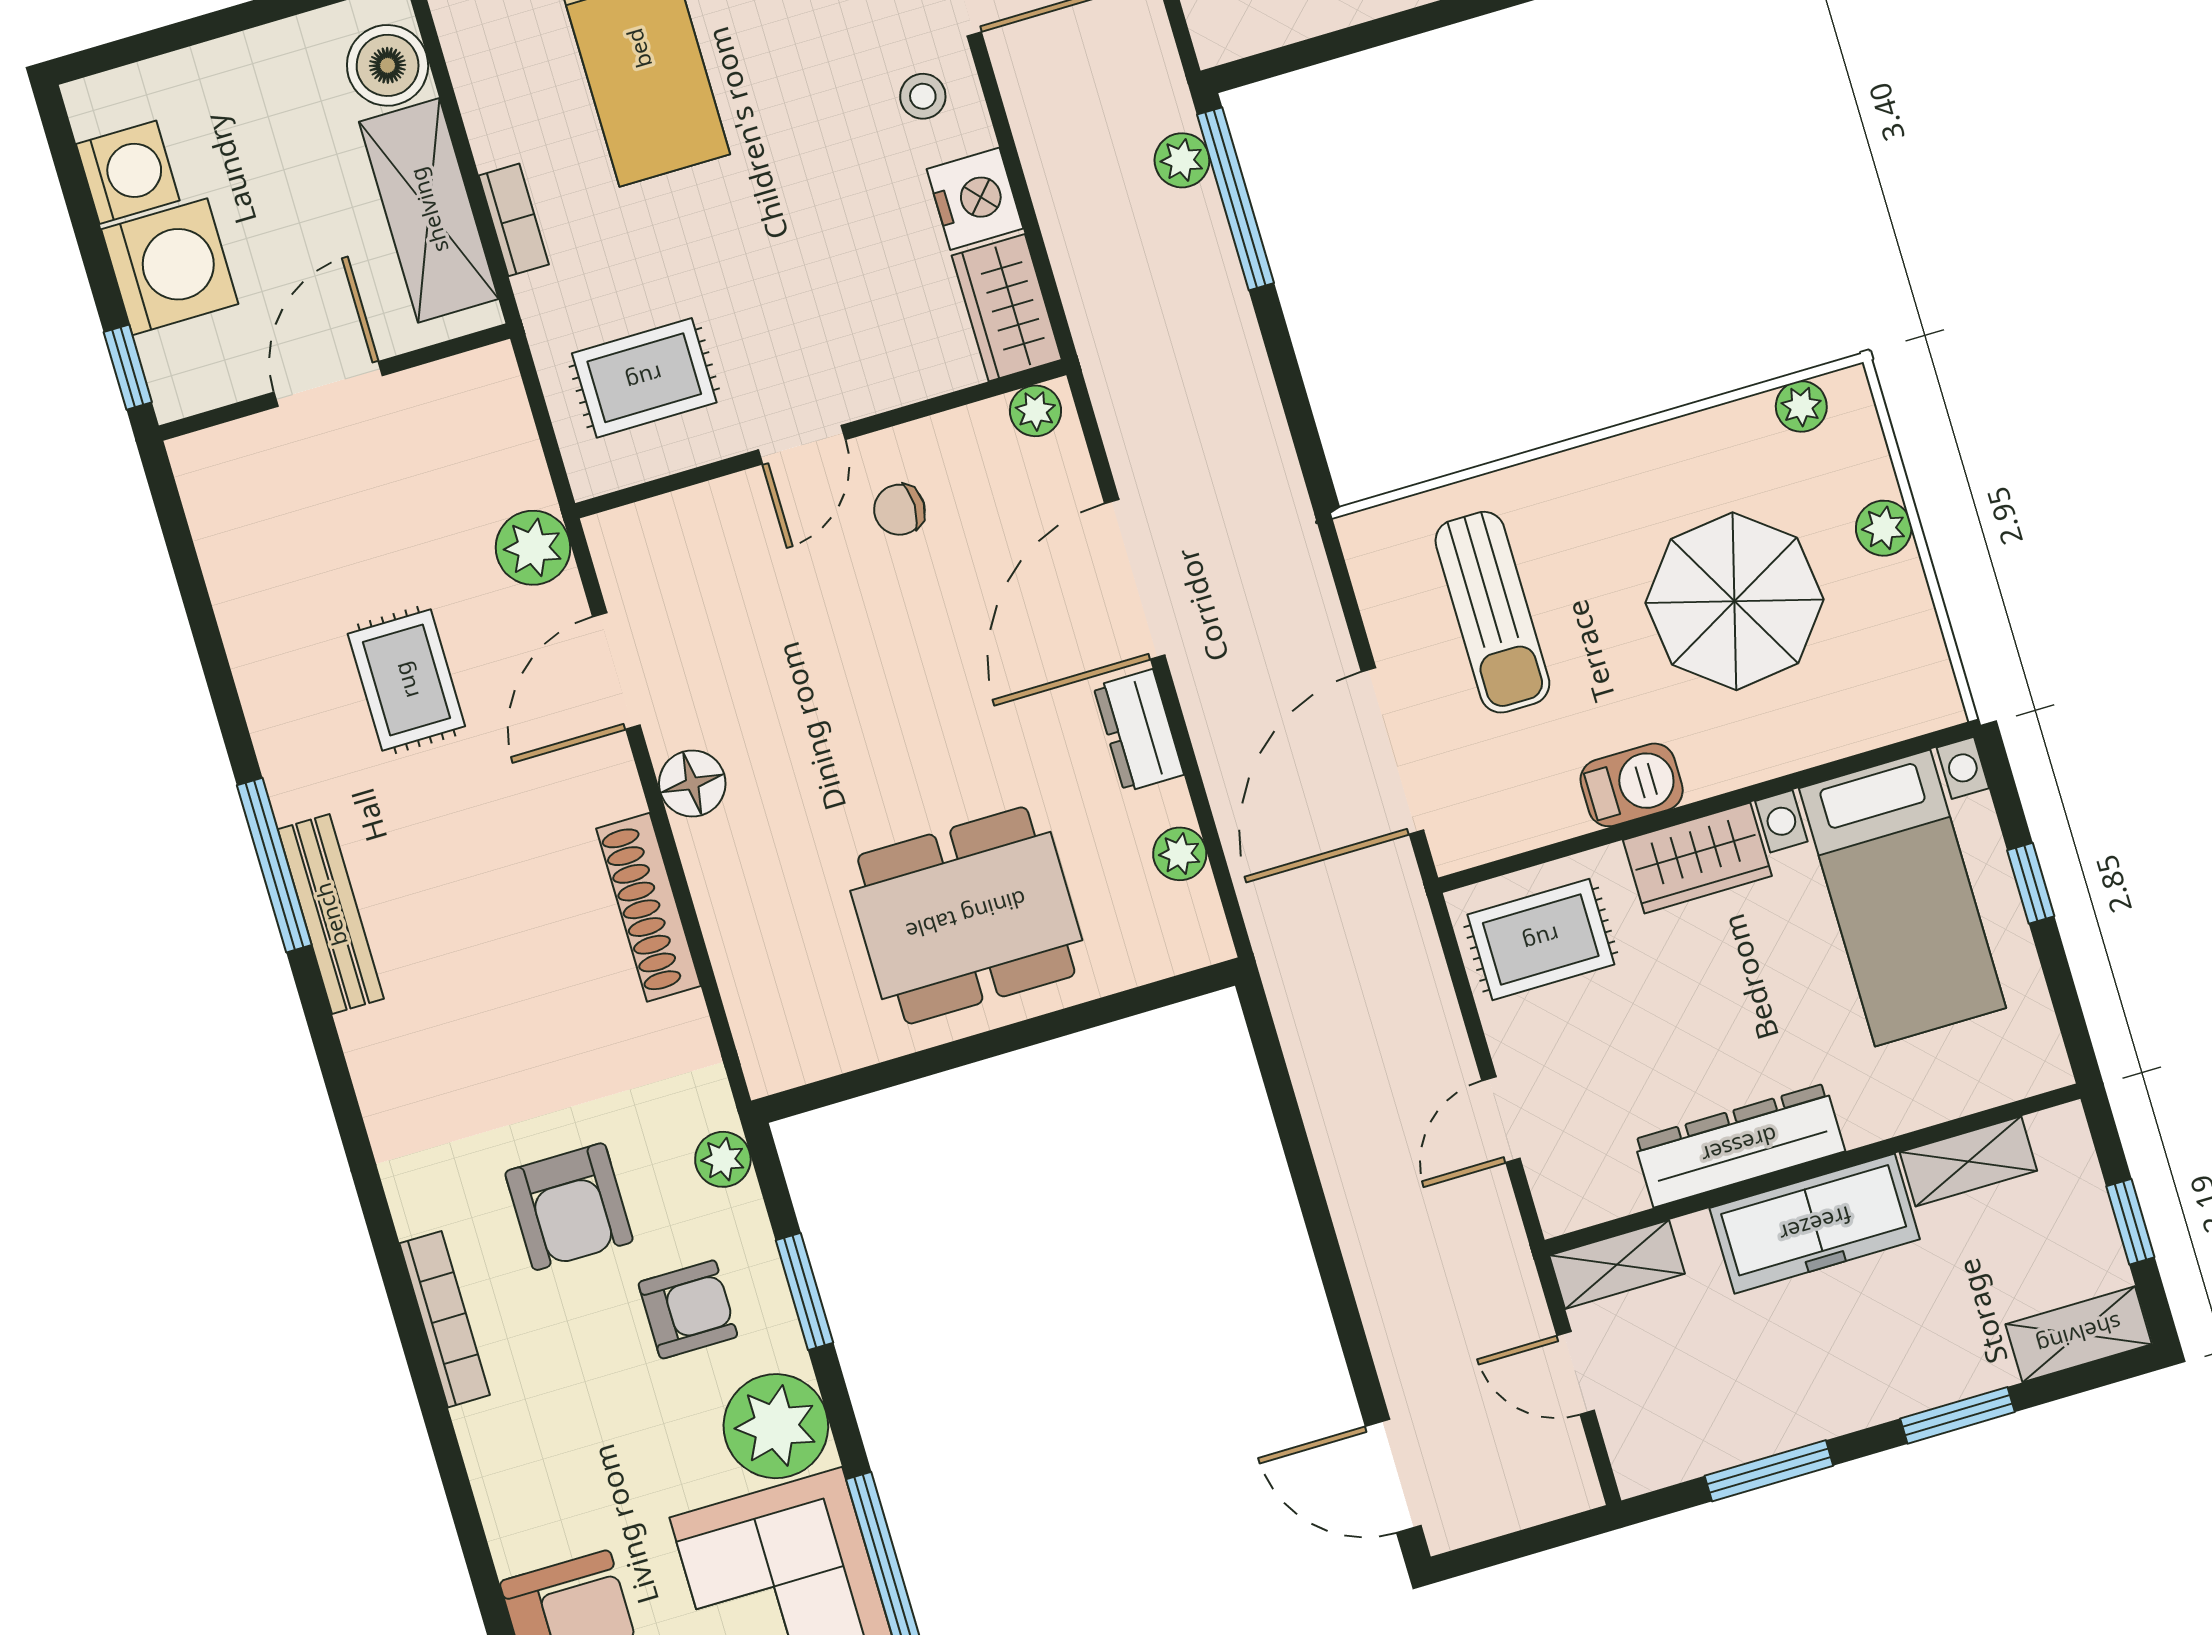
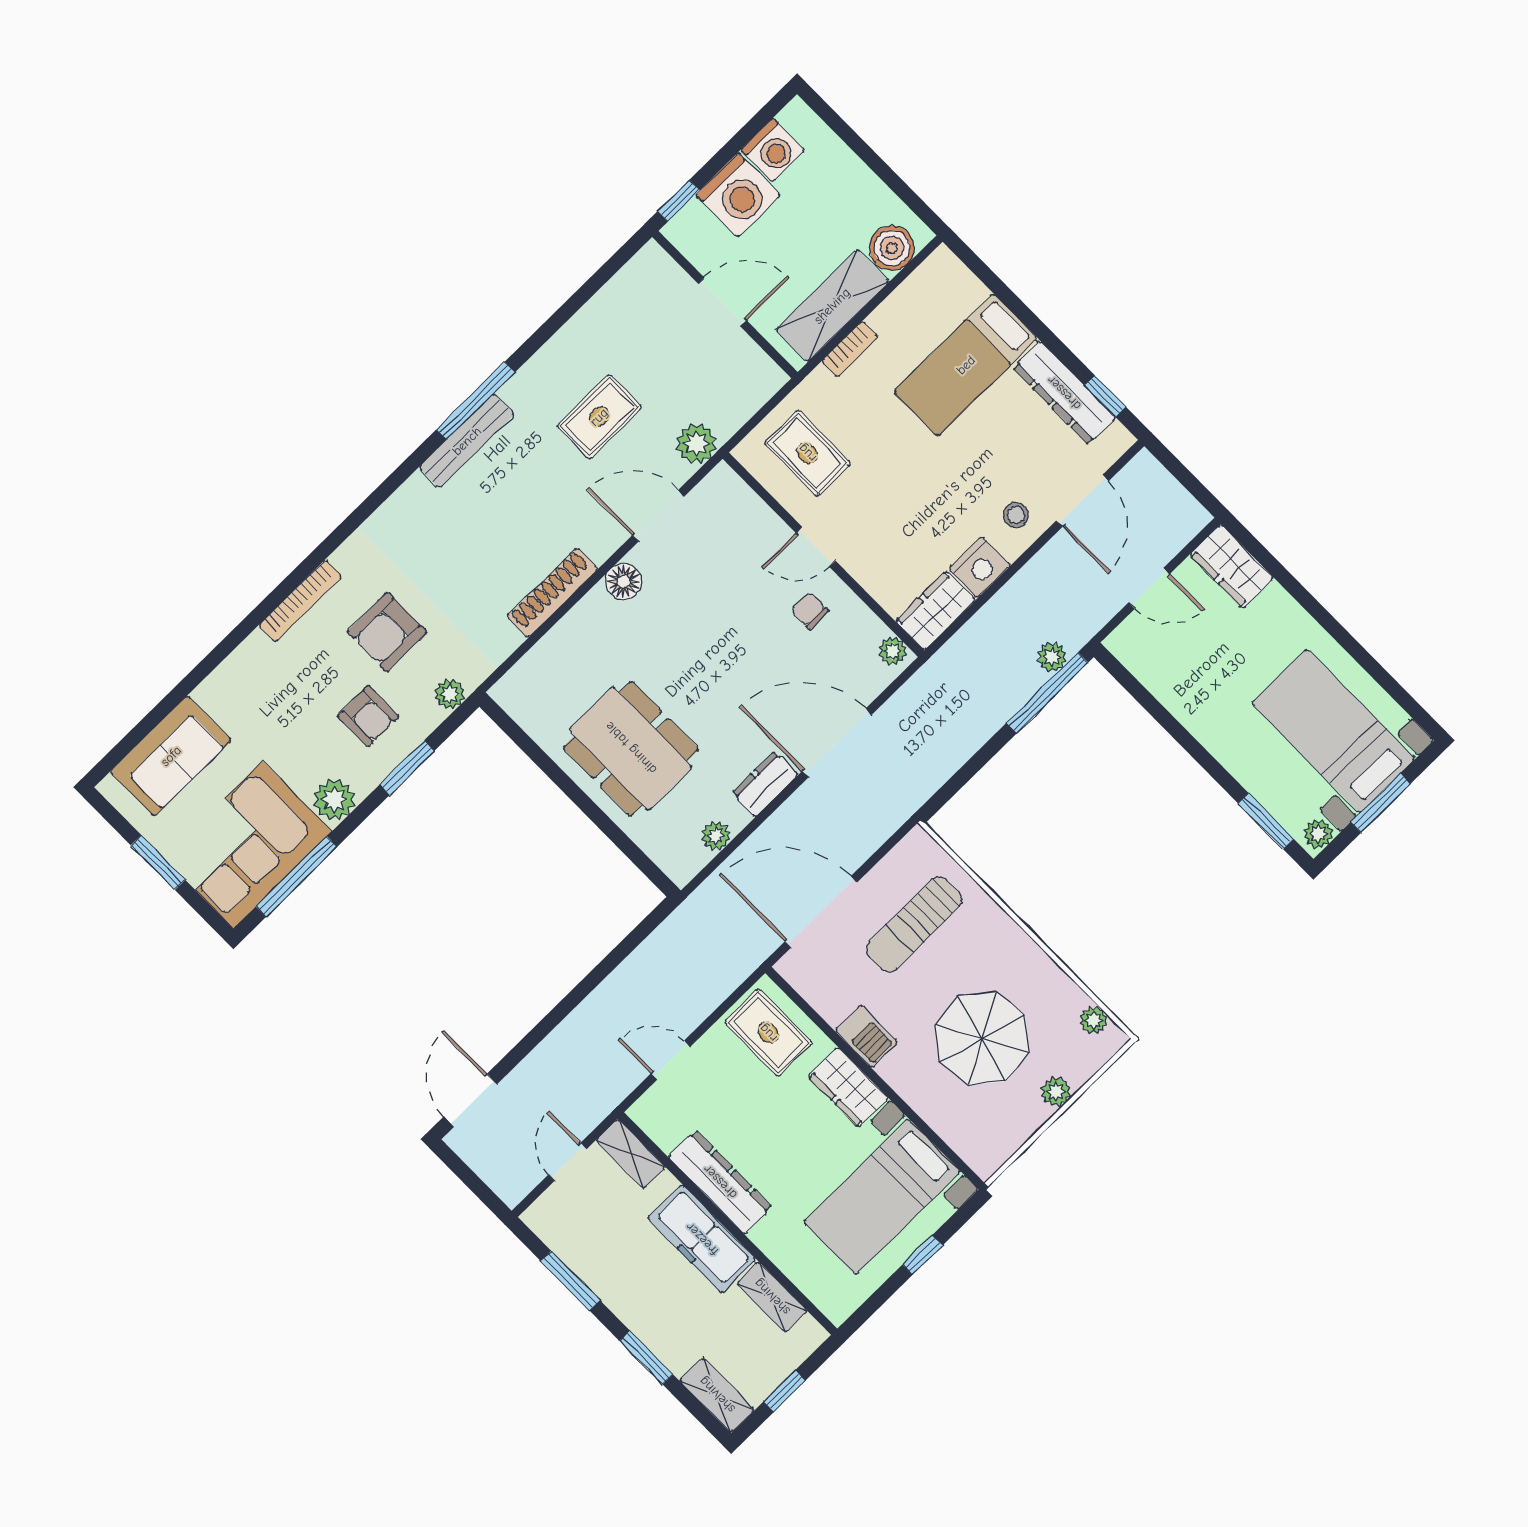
plant: (776, 1426) -> (334, 800), width x0.73, depth x0.73

